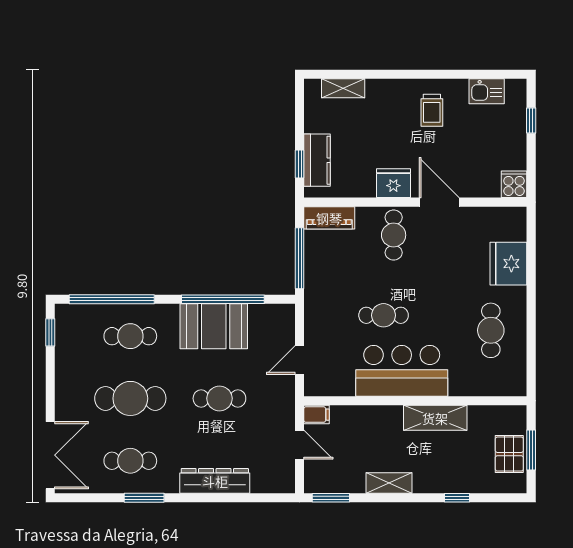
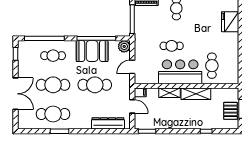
plant: (282, 317) -> (124, 46), added
cafe table: (491, 330) -> (212, 66), moved
cafe table: (219, 398) -> (95, 85), width x1.37, depth x1.35
double door: (50, 455) -> (16, 94), moved
cafe table: (130, 461) -> (53, 114), width x1.37, depth x1.35
dresser: (215, 481) -> (108, 123), moved
shelving: (389, 483) -> (170, 93), moved

